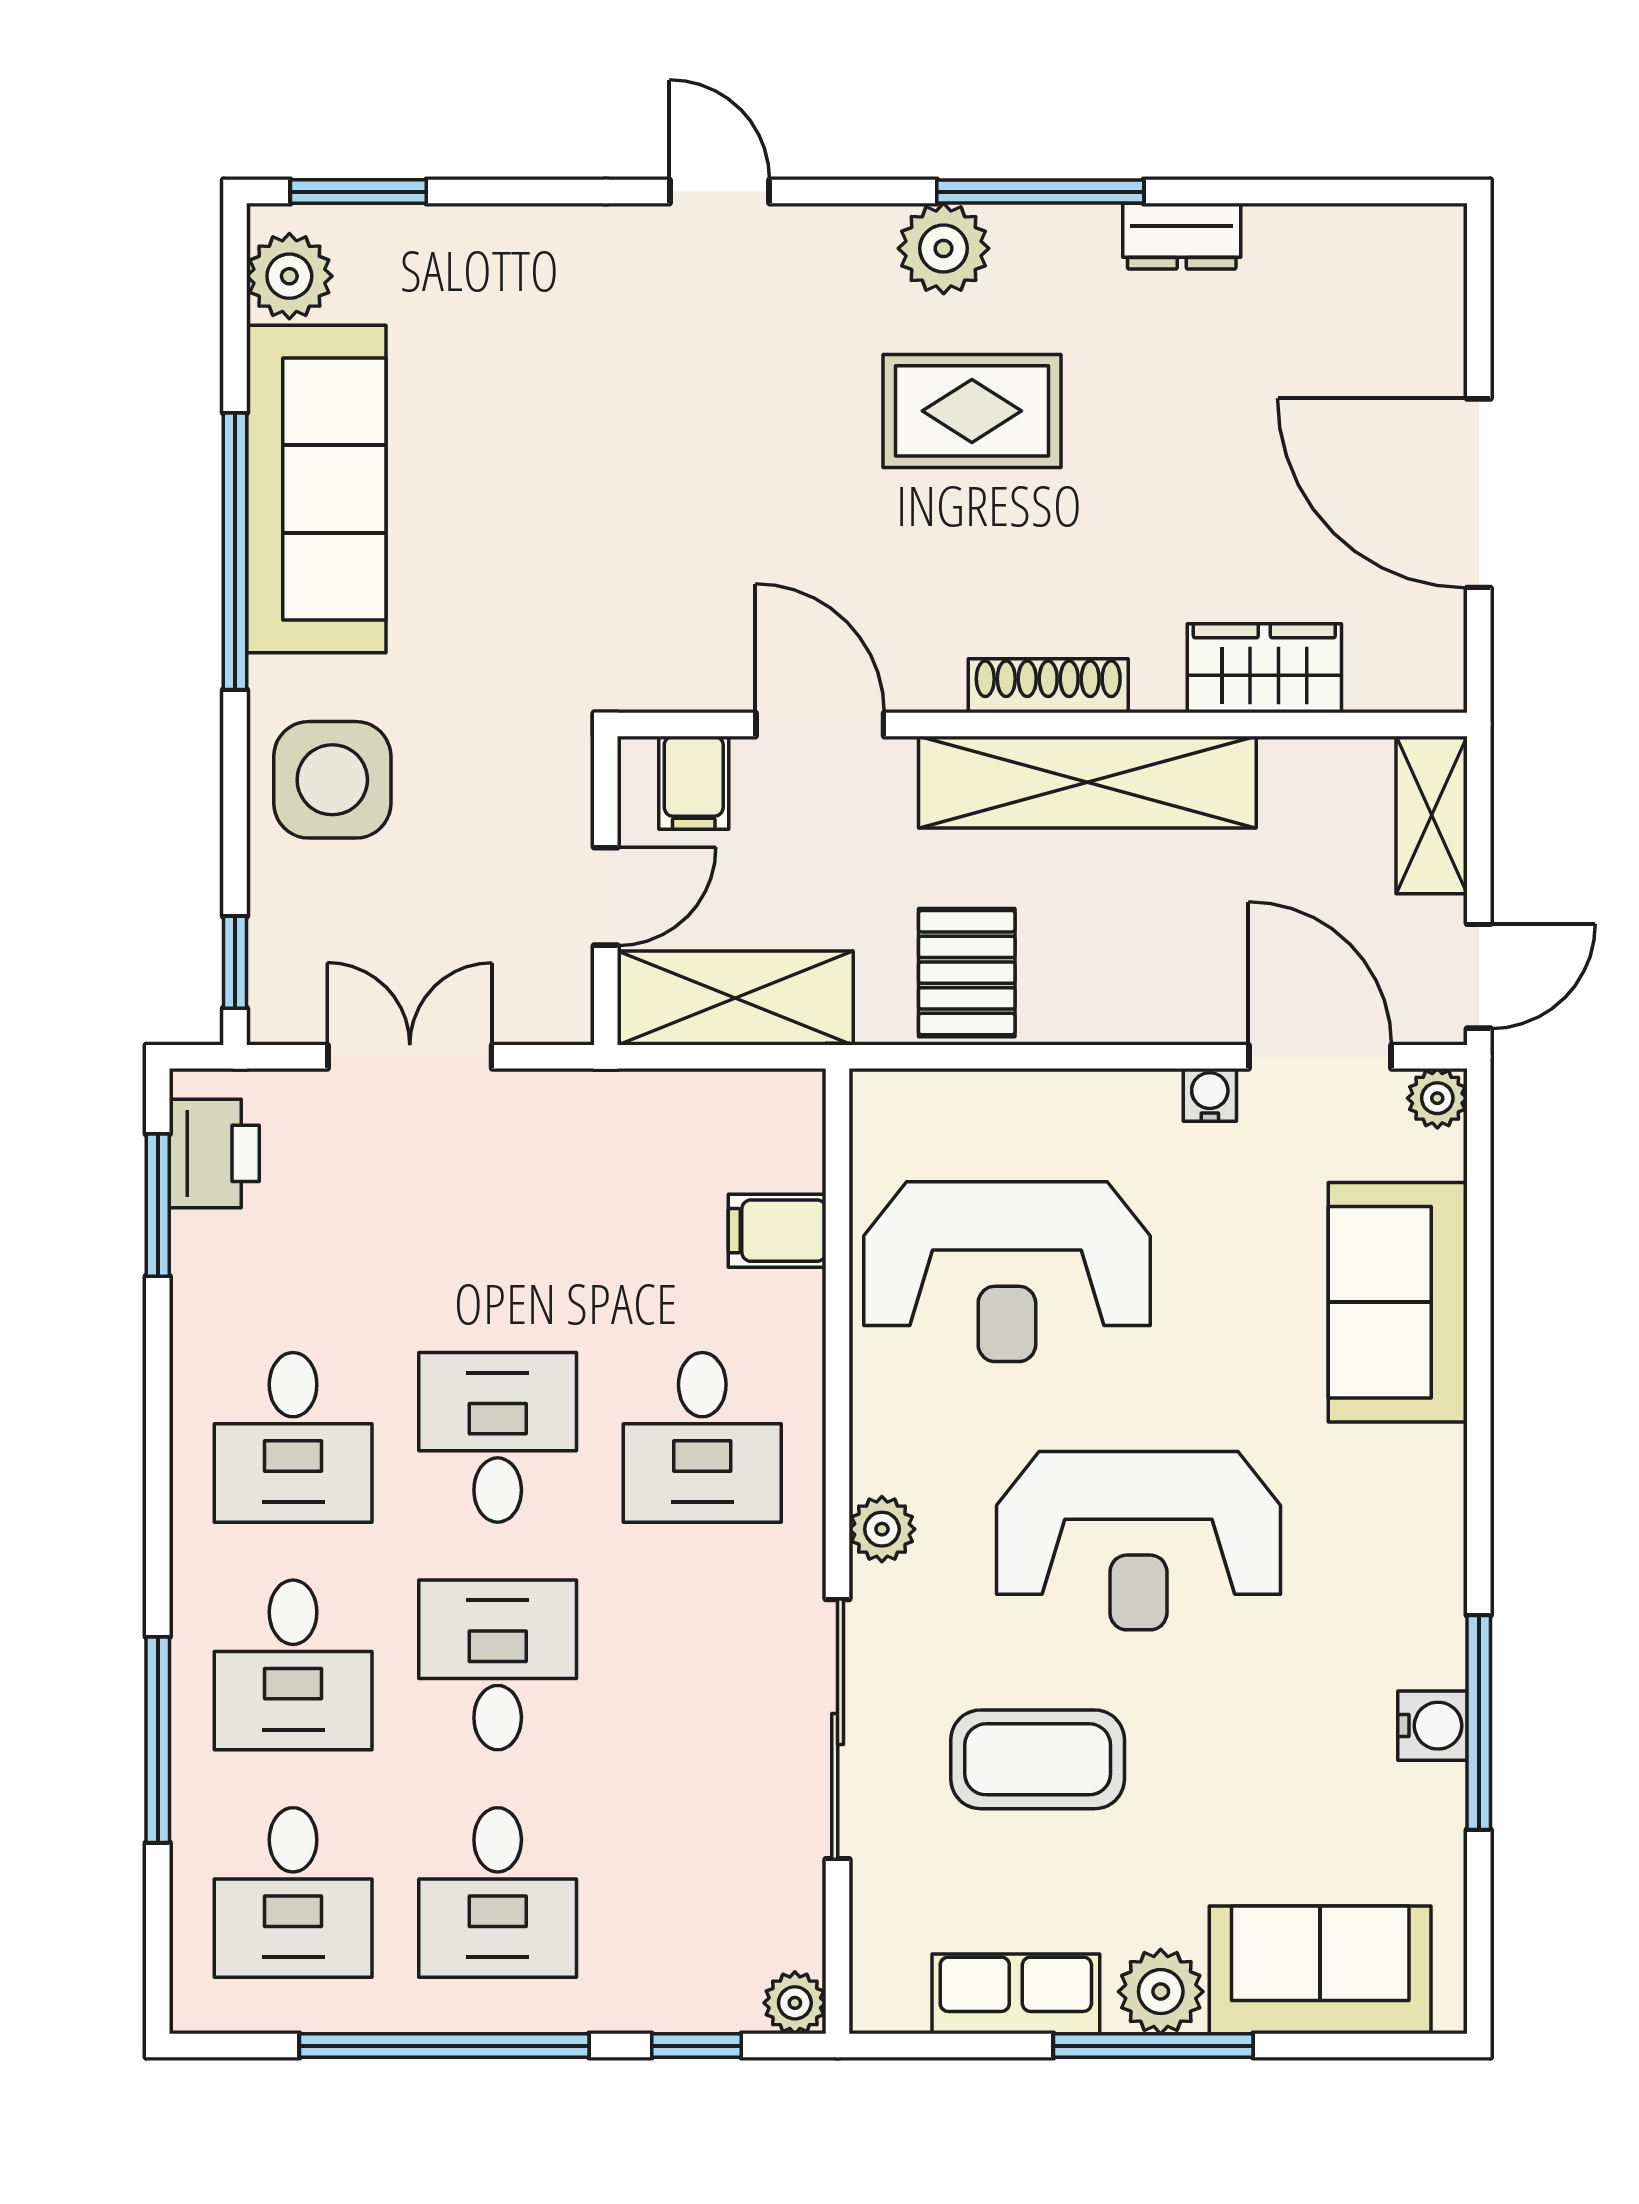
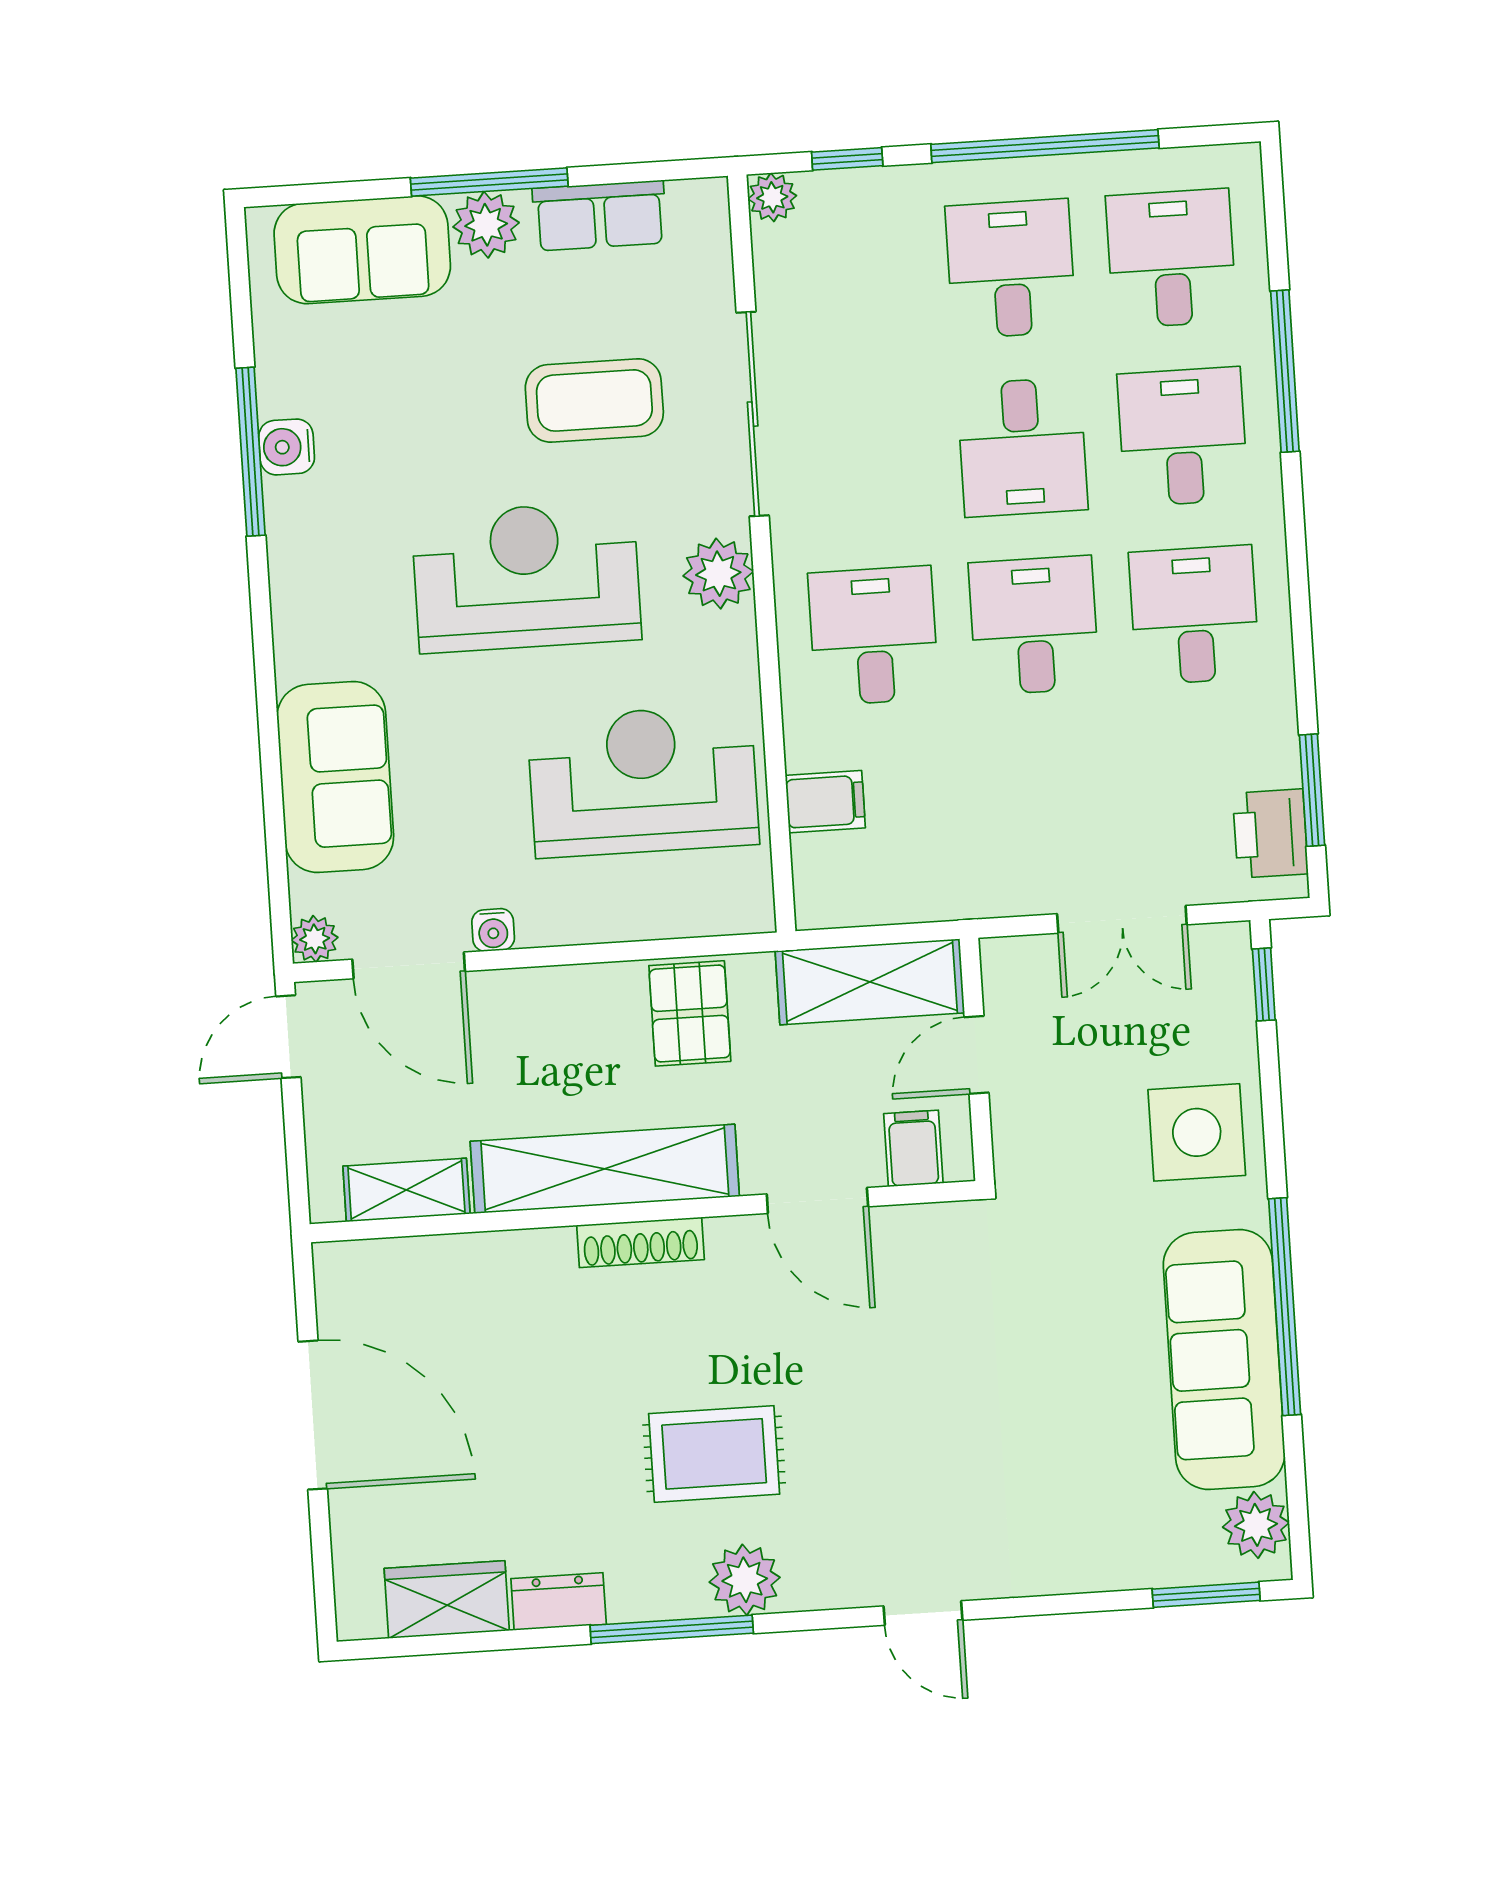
wardrobe: (1264, 668) -> (447, 1600), moved, turned 180
shelving: (1432, 815) -> (406, 1190), moved, turned 90
desk: (498, 1437) -> (1034, 625), turned 180
plant: (882, 1529) -> (718, 574), width x1.38, depth x1.38

